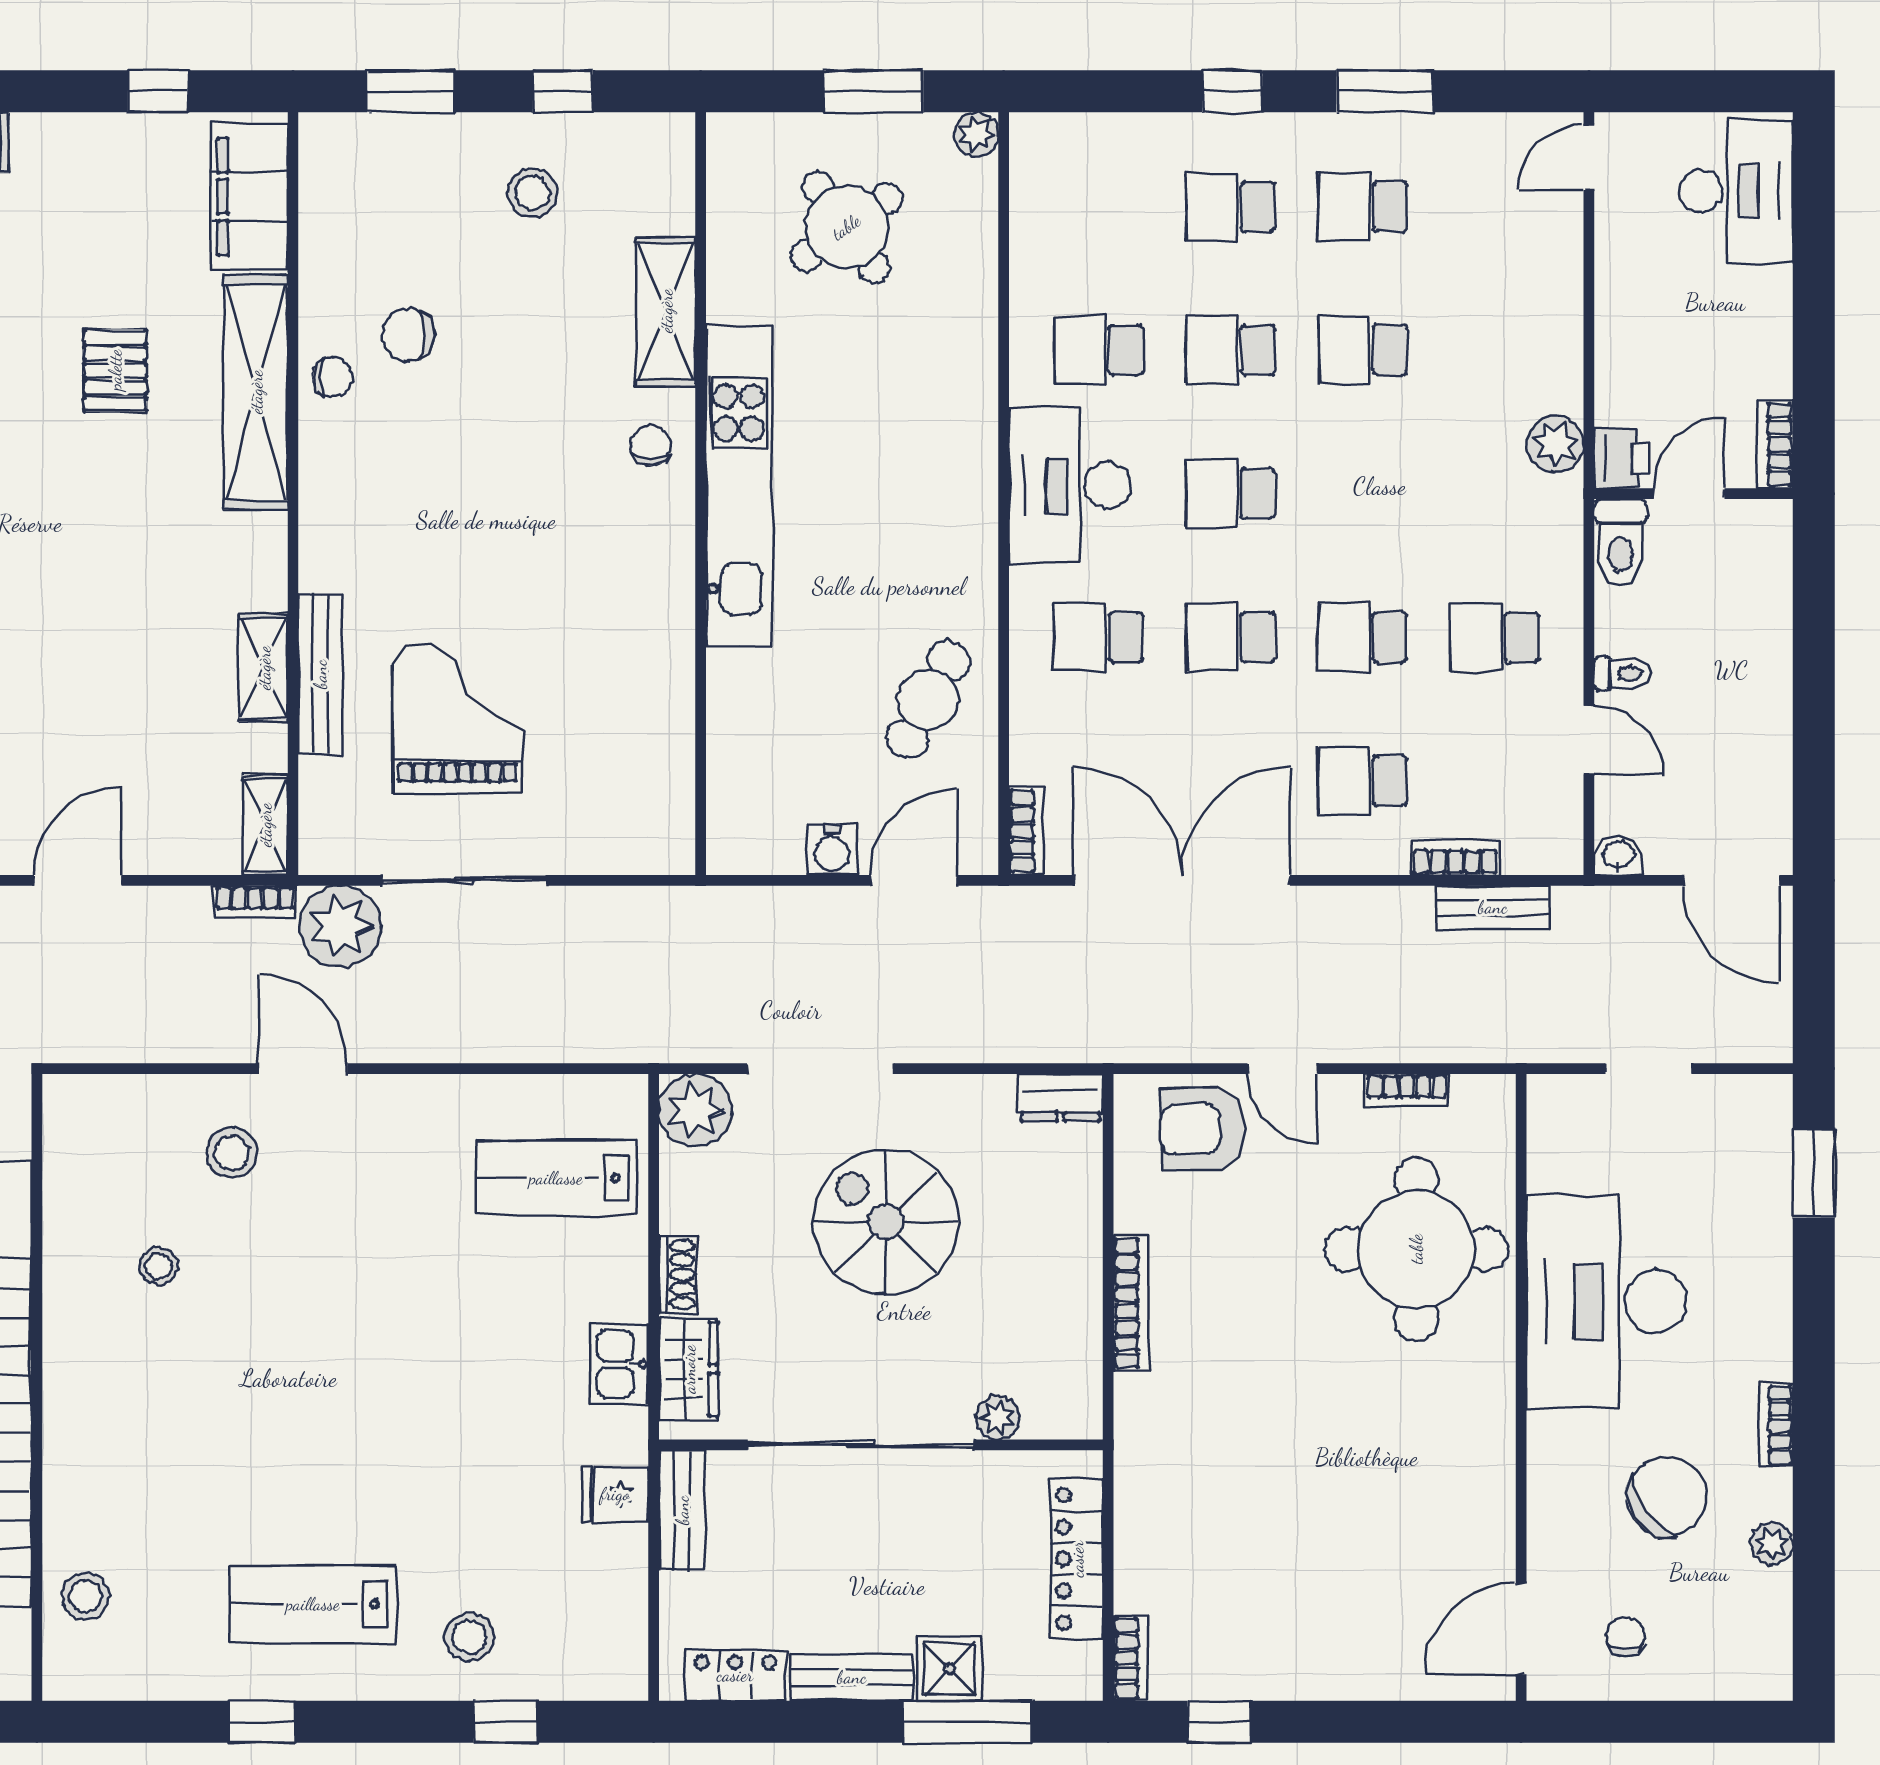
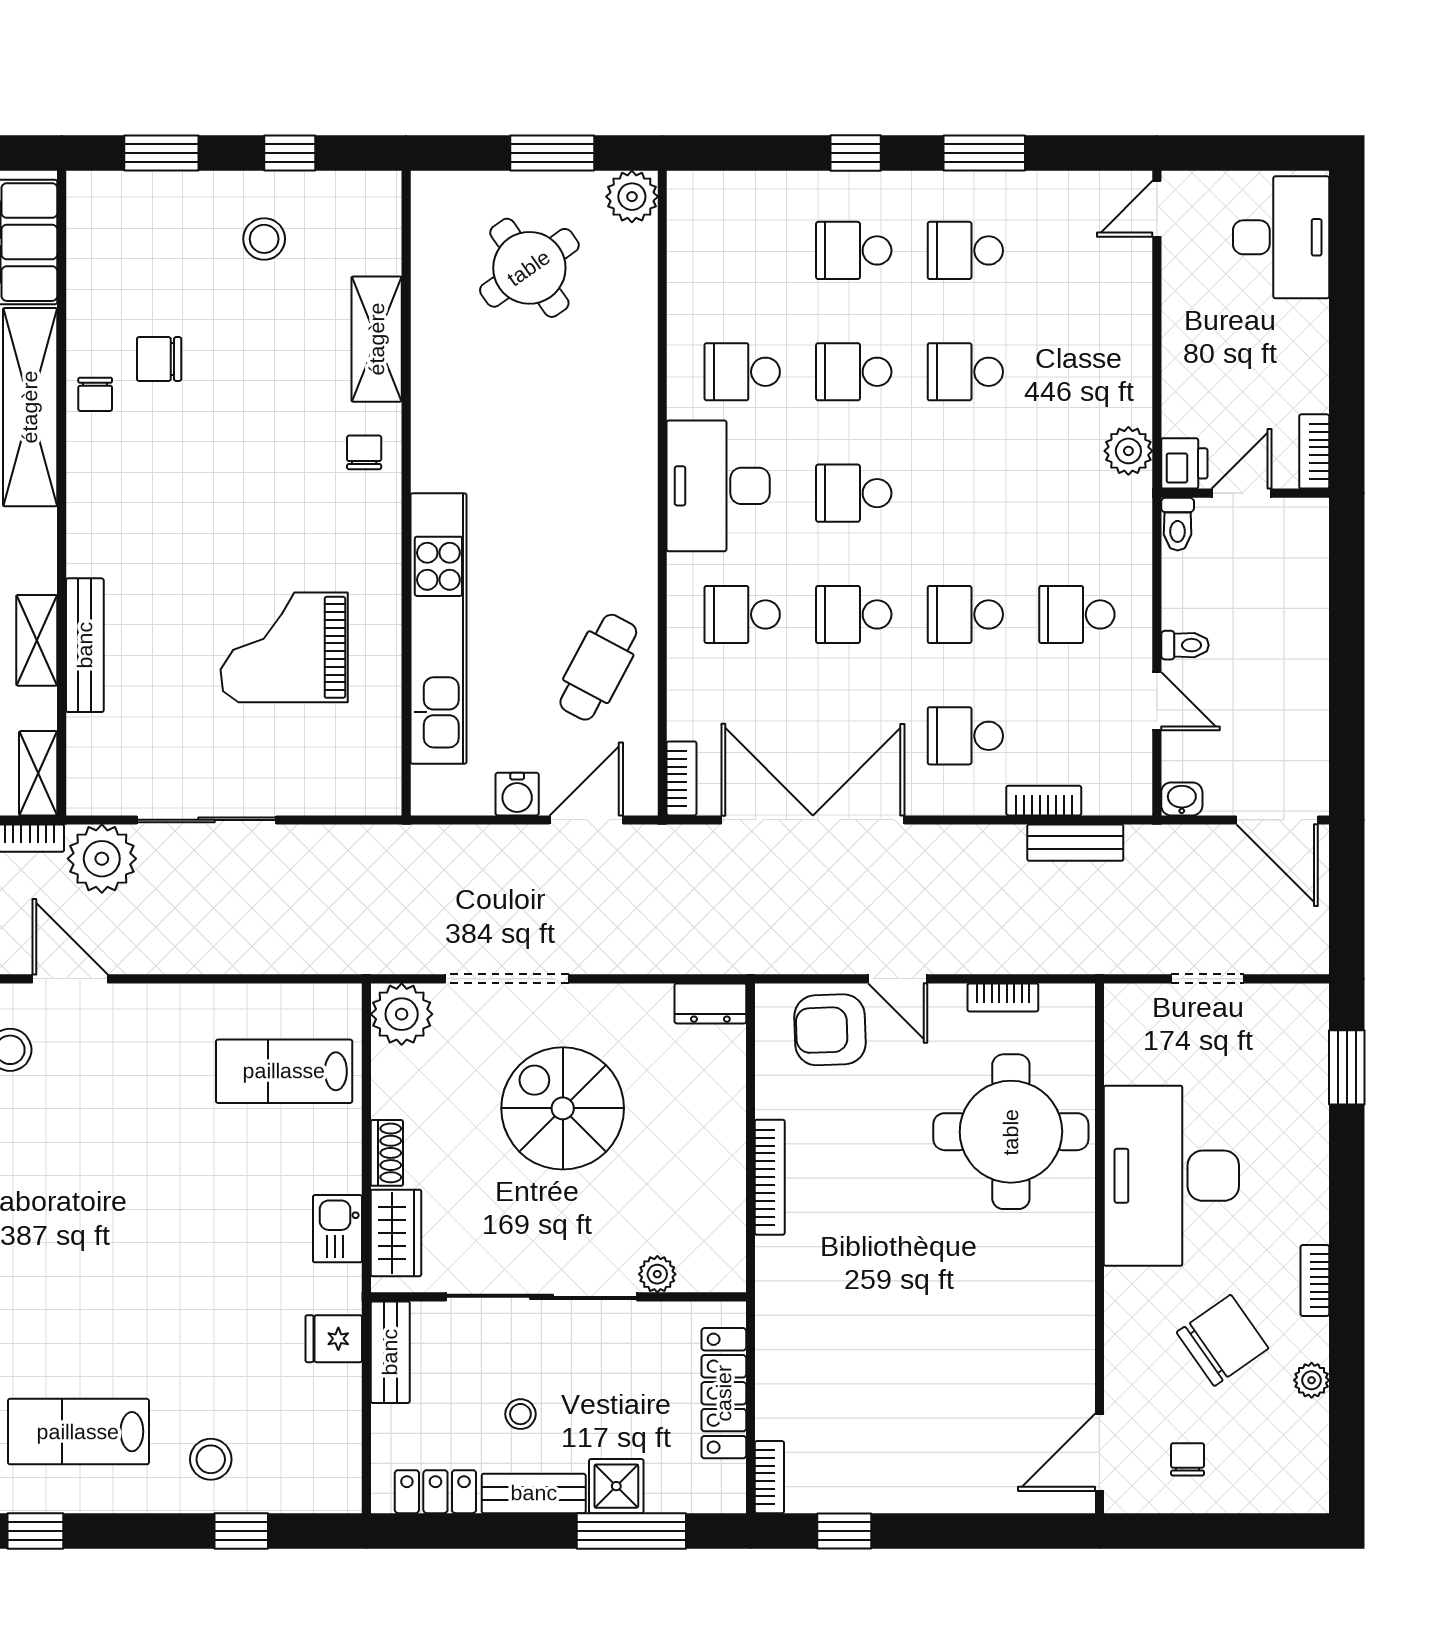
plant: (976, 135) -> (632, 197), width x1.38, depth x1.38
chair: (333, 377) -> (95, 394), turned 90
kitchen unit: (739, 486) -> (438, 629), moved
toilet: (1621, 542) -> (1178, 524), width x0.73, depth x0.72
grand piano: (457, 718) -> (284, 647), moved, turned -90
stool: (836, 1583) -> (520, 1414), added

